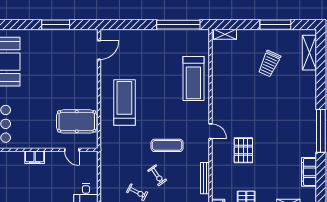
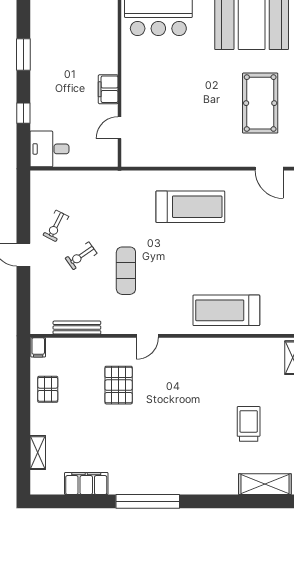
trolley: (269, 64) -> (249, 424), turned 65
pool table: (77, 121) -> (260, 103), moved
pallet: (243, 150) -> (119, 385), turned 90
filing cabinet: (35, 157) -> (108, 89), moved

